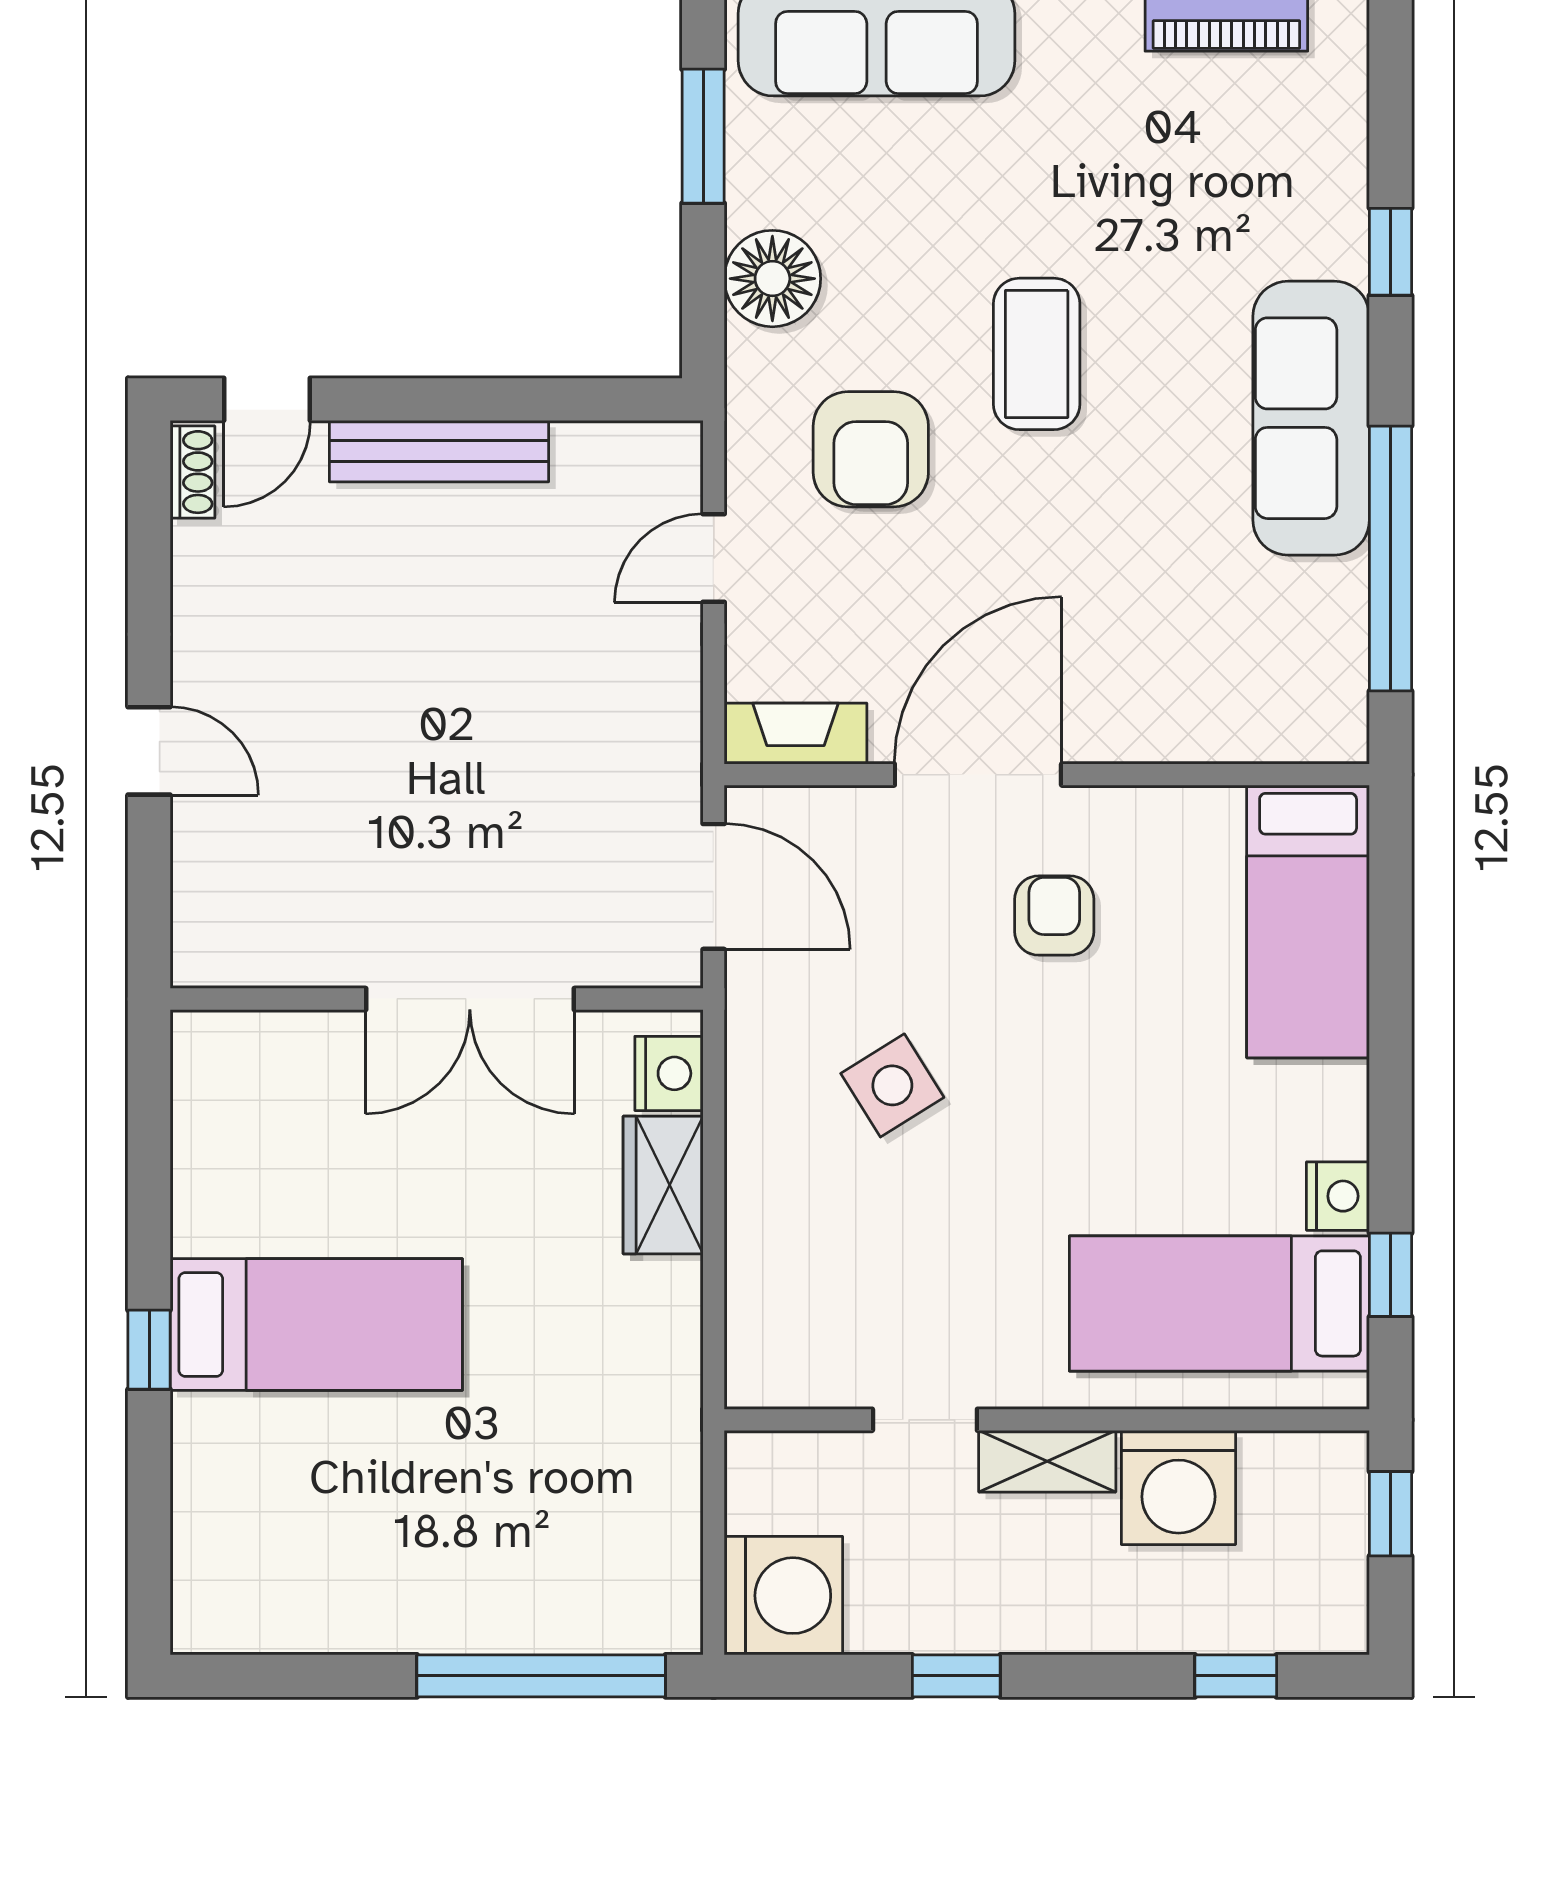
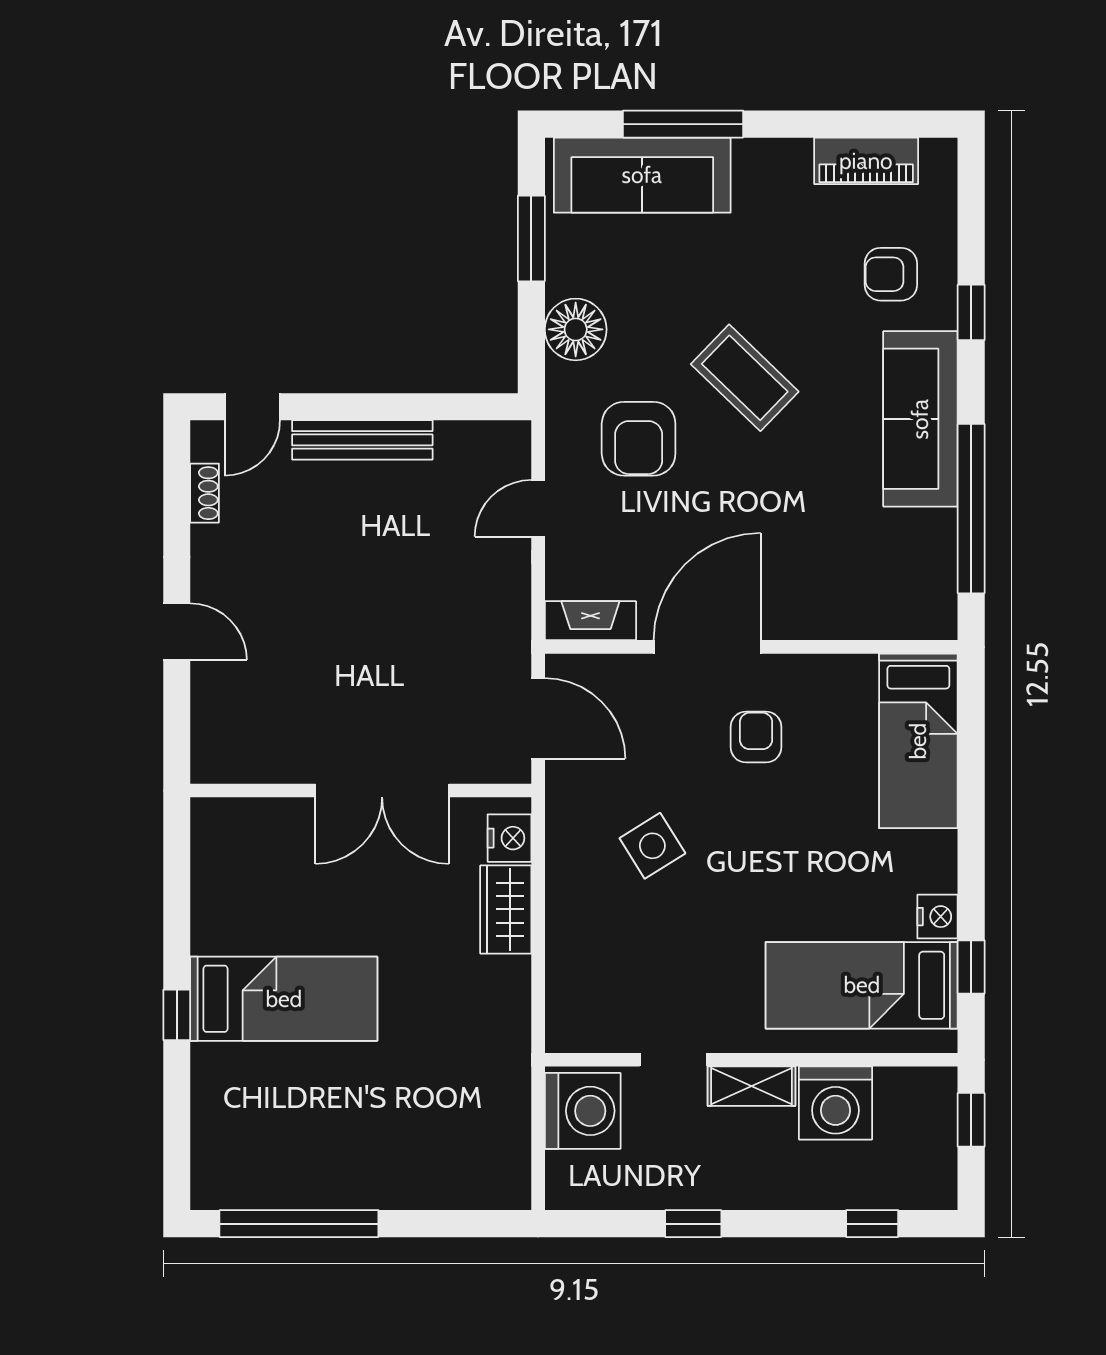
armchair: (1265, 192) -> (891, 274), added
coffee table: (1037, 354) -> (745, 378), turned -46
shoe rack: (192, 472) -> (205, 493), moved
washing machine: (783, 1596) -> (583, 1111), moved
window: (541, 1676) -> (299, 1224), moved

